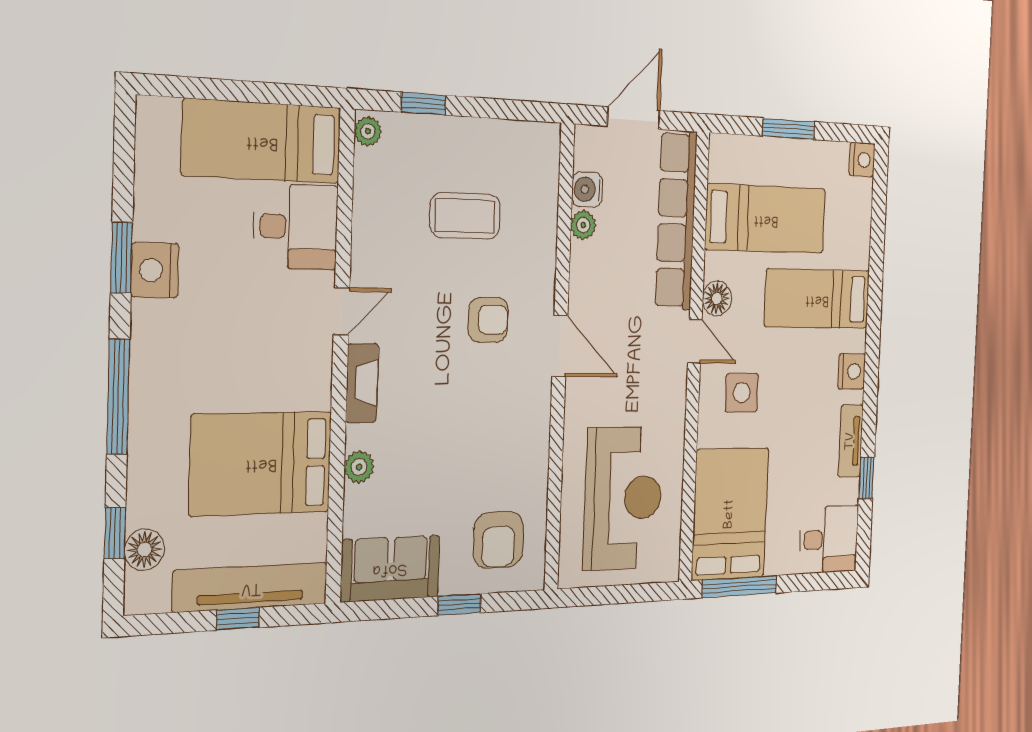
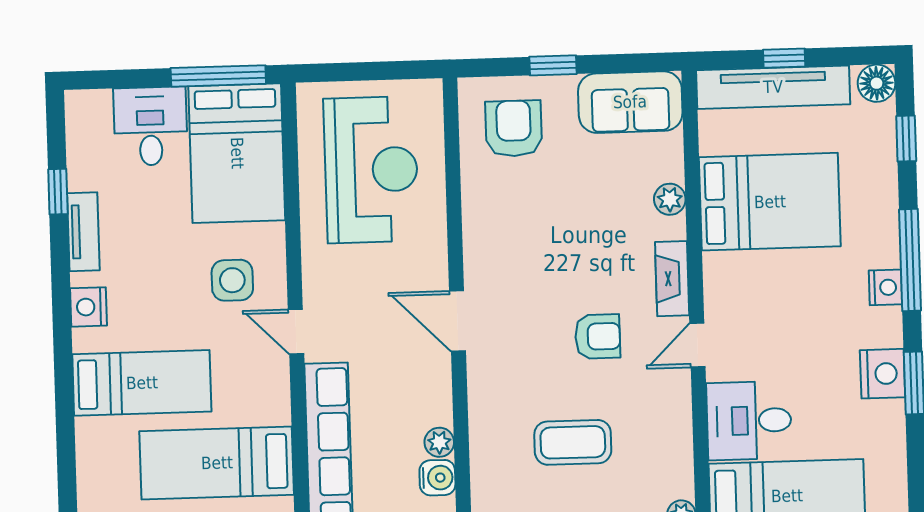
floor lamp: (717, 298) -> (272, 377), removed
armchair: (488, 320) -> (598, 336), moved, turned 180
nightstand: (146, 367) -> (885, 287), added
reception desk: (623, 498) -> (371, 170), turned 180
desk: (829, 539) -> (150, 126), moved, turned 90
floor lamp: (144, 550) -> (877, 83), moved

